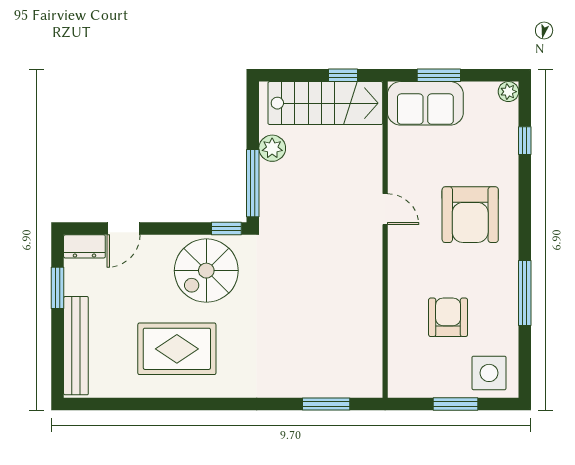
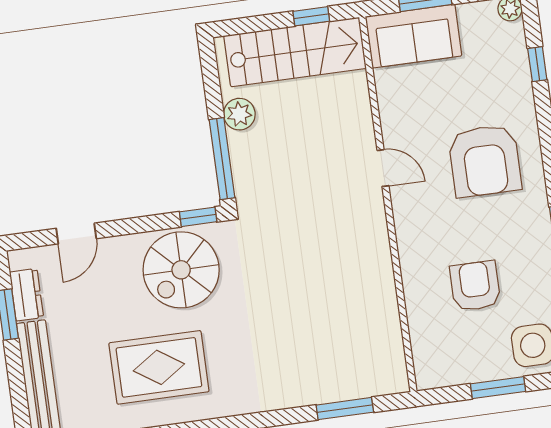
dresser: (84, 246) -> (26, 295), moved, turned -90

